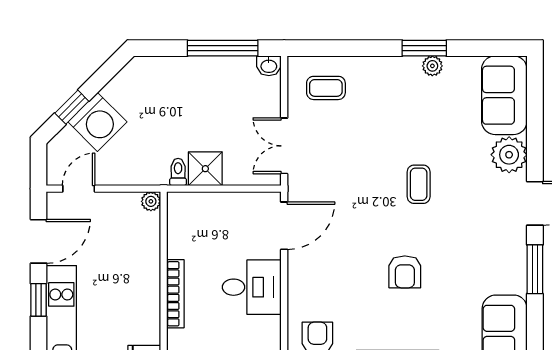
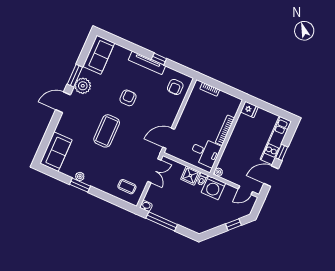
washing machine: (97, 122) -> (213, 188), moved, turned -135
plant: (509, 155) -> (83, 86), moved
coffee table: (419, 184) -> (107, 131), width x1.86, depth x1.72
desk: (252, 287) -> (205, 152), moved, turned 180

